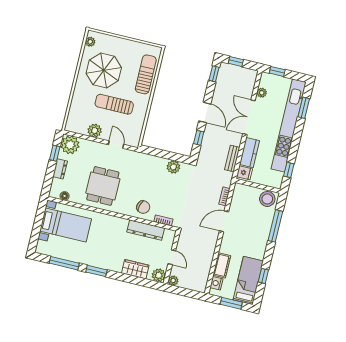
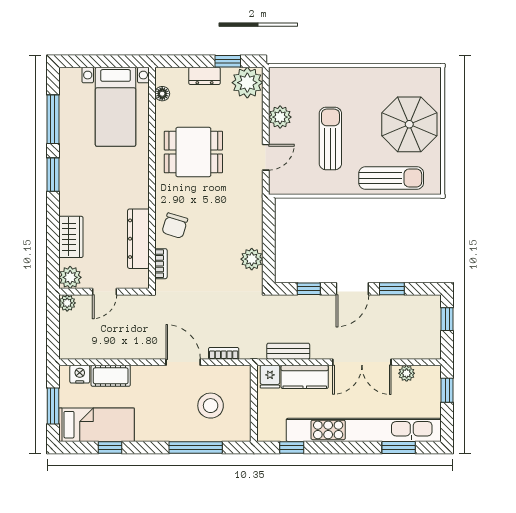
plant: (90, 42) -> (422, 75), removed
parasol: (104, 70) -> (409, 124), moved
window: (214, 74) -> (392, 289), moved
double door: (249, 117) -> (362, 362), swing flipped
stool: (267, 199) -> (211, 406), moved

